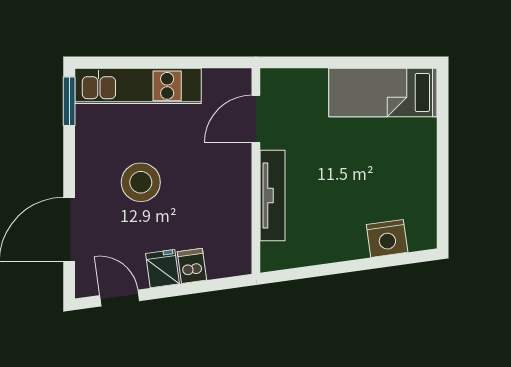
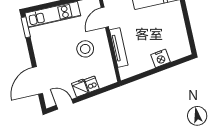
stool: (141, 182) -> (85, 49), moved
nightstand: (387, 238) -> (161, 58), moved

